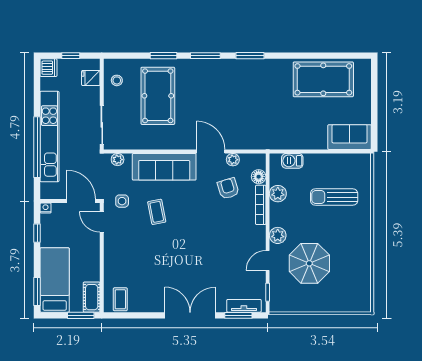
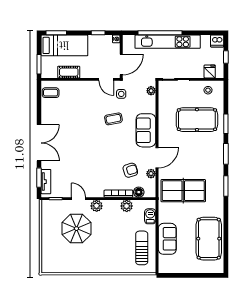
table tennis table: (257, 115) -> (183, 191), added
sofa: (350, 137) -> (167, 239), moved
sofa: (164, 167) -> (146, 130), width x0.73
sun lounger: (334, 197) -> (142, 248), moved
door: (102, 222) -> (106, 79), swing flipped
cot: (92, 297) -> (69, 72), moved

